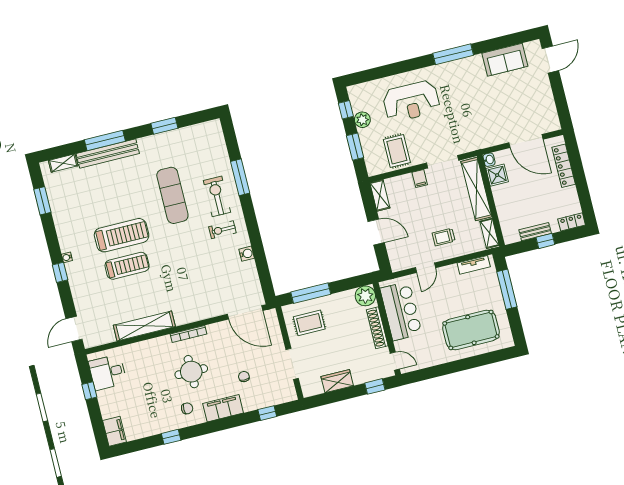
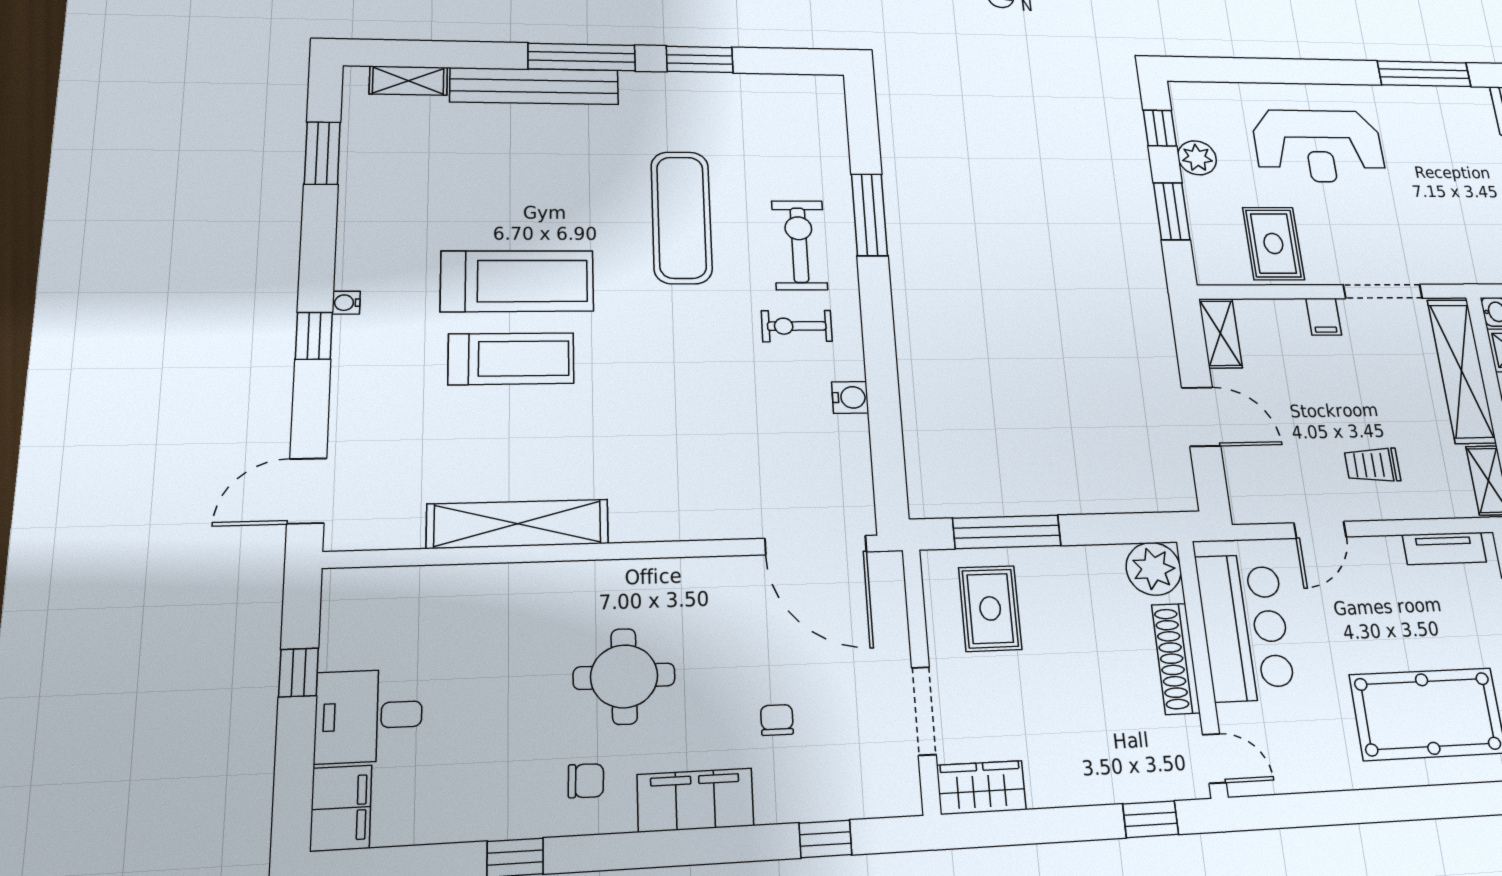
window: (105, 140) -> (582, 57), moved
rug: (309, 323) -> (990, 608), turned 90
bookcase: (188, 334) -> (641, 571), removed
desk: (108, 372) -> (369, 716), moved
wardrobe: (337, 381) -> (981, 787), moved

